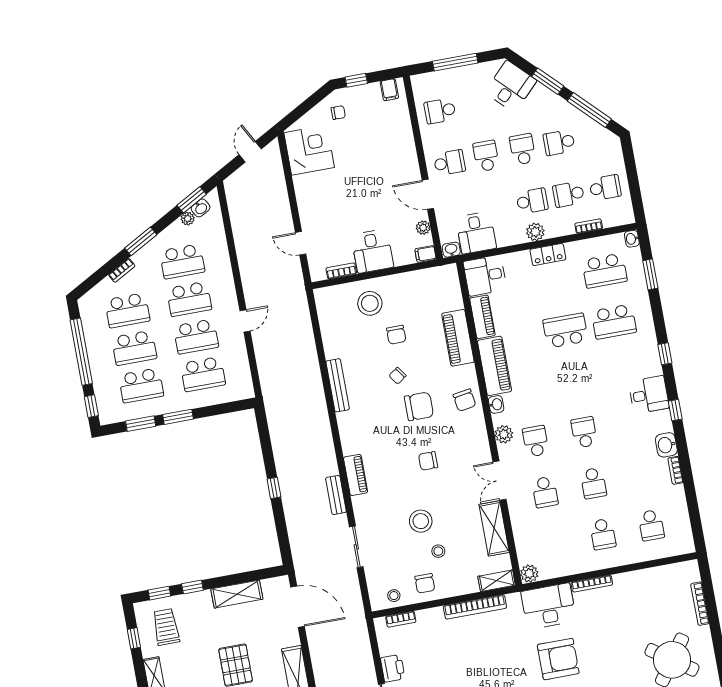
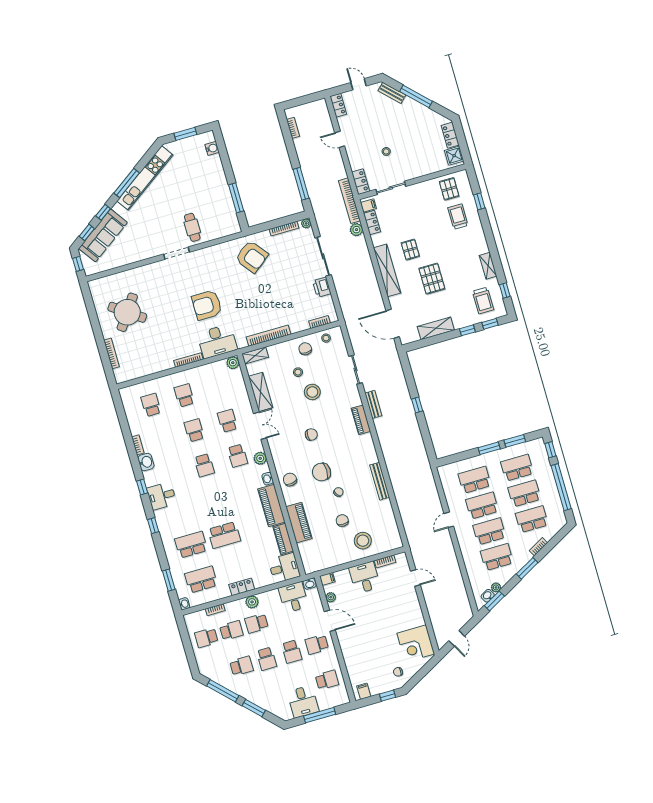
desk: (511, 86) -> (303, 702), moved, turned -45

